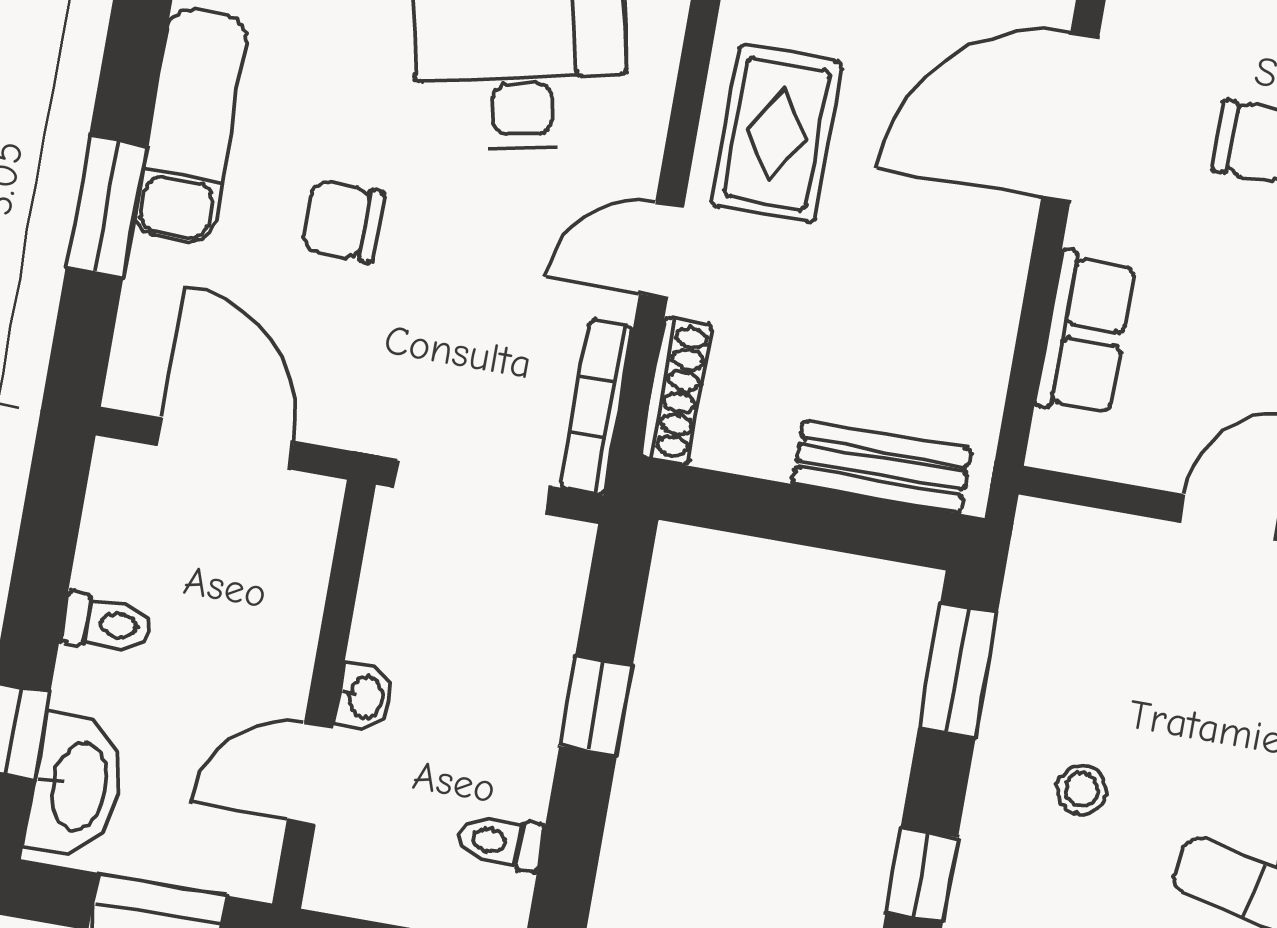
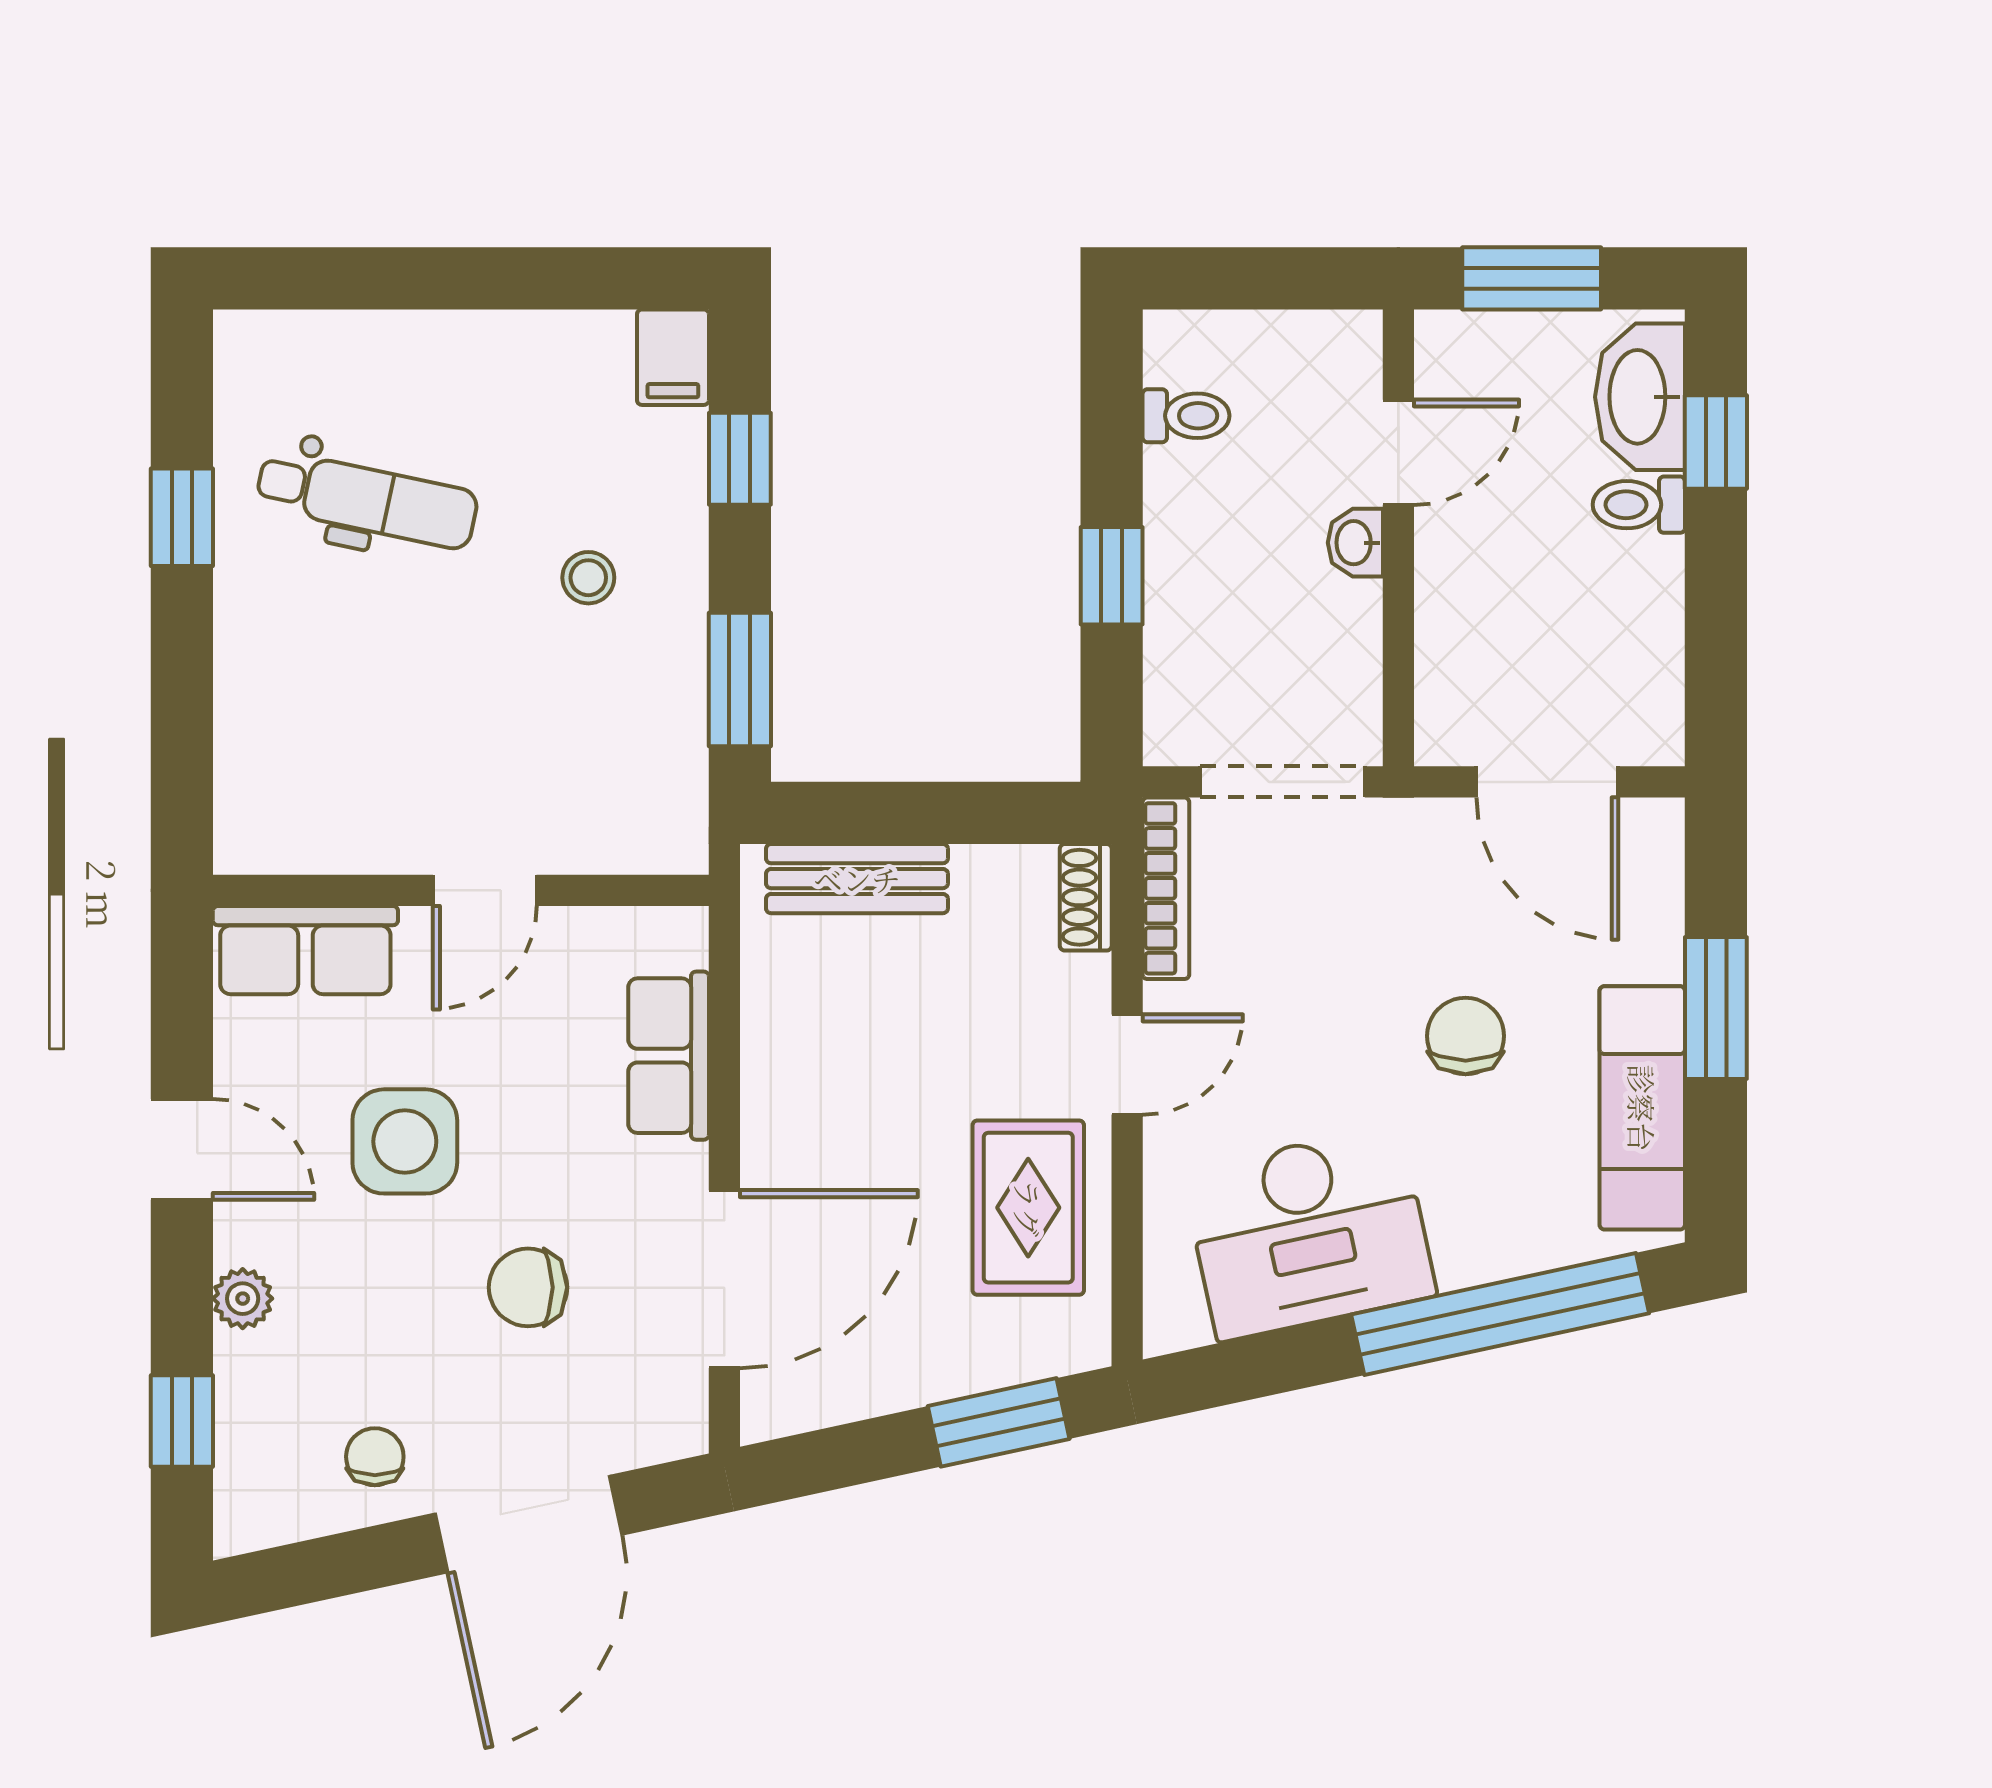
chair: (343, 221) -> (1466, 1036), turned -90
shoe rack: (676, 391) -> (1086, 897), width x0.70
toilet: (106, 623) -> (1639, 505), moved

